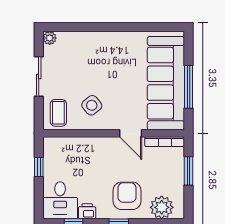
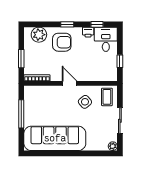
sofa: (166, 83) -> (55, 138), moved, turned -90
door: (131, 133) -> (70, 83), moved
armchair: (127, 196) -> (62, 42), turned -90

